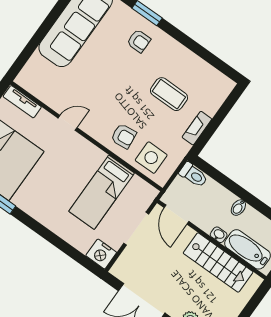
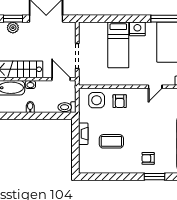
armchair: (124, 136) -> (120, 101), turned -84
bed: (102, 192) -> (118, 45), moved, turned 180
nightstand: (101, 254) -> (137, 29), moved

